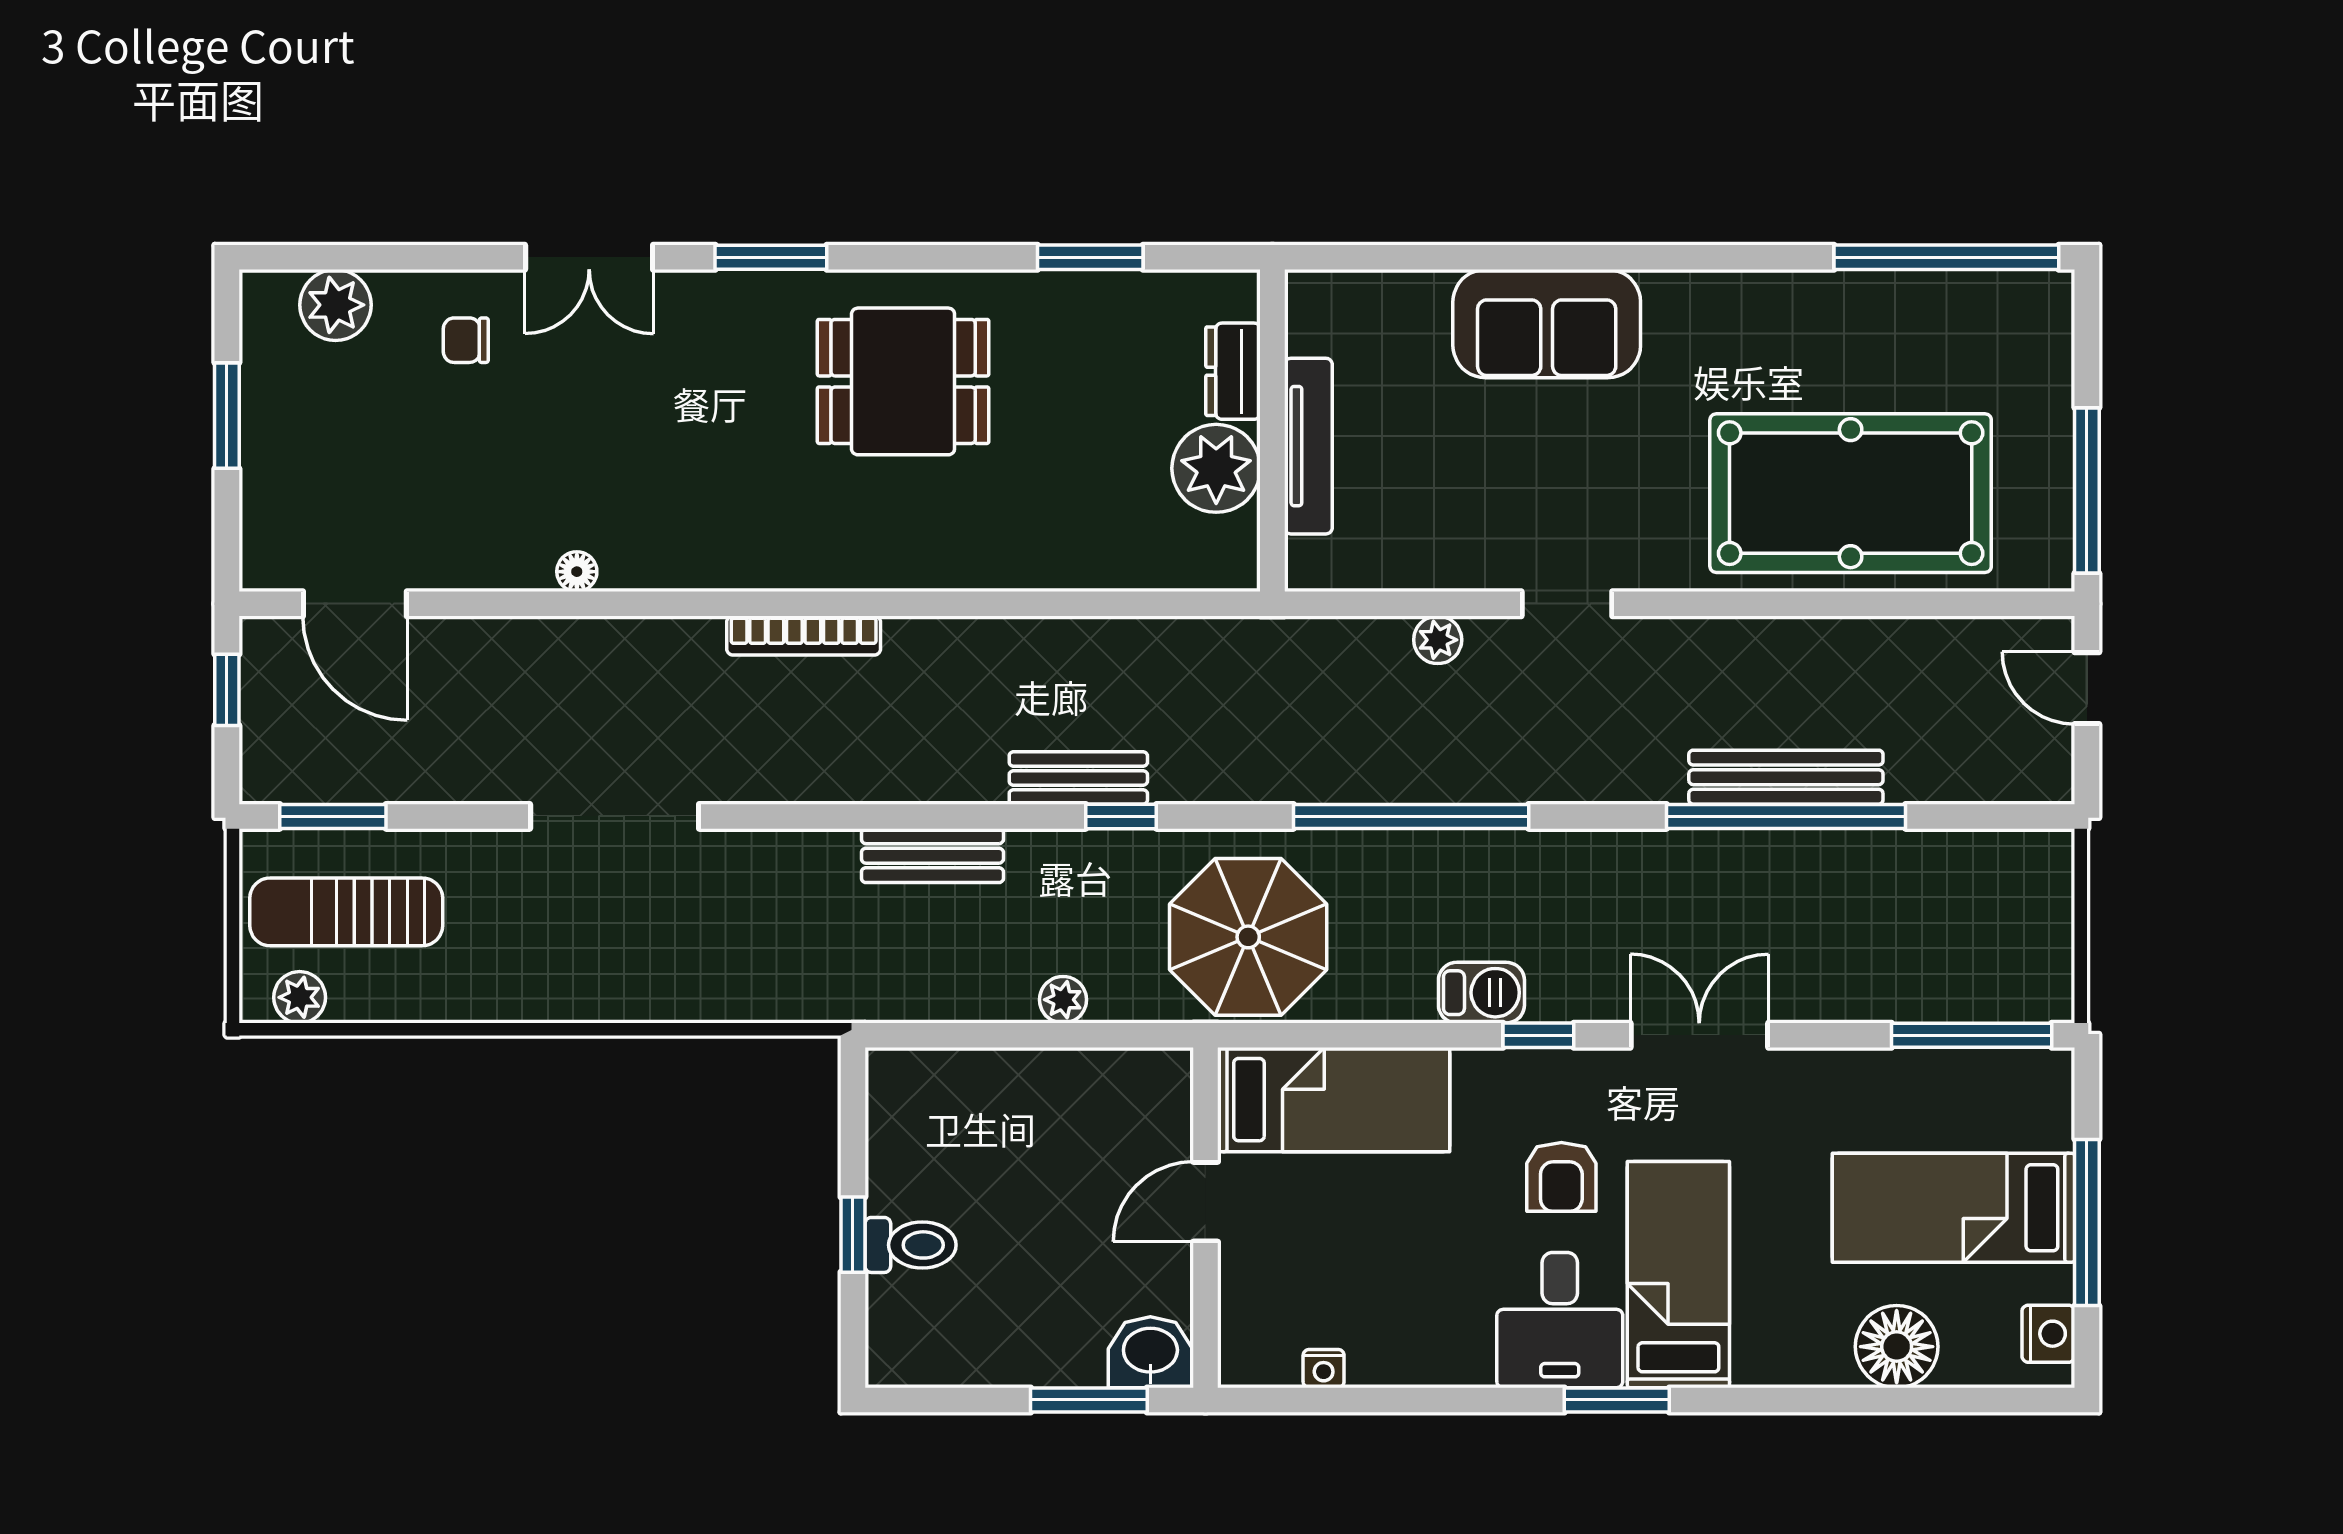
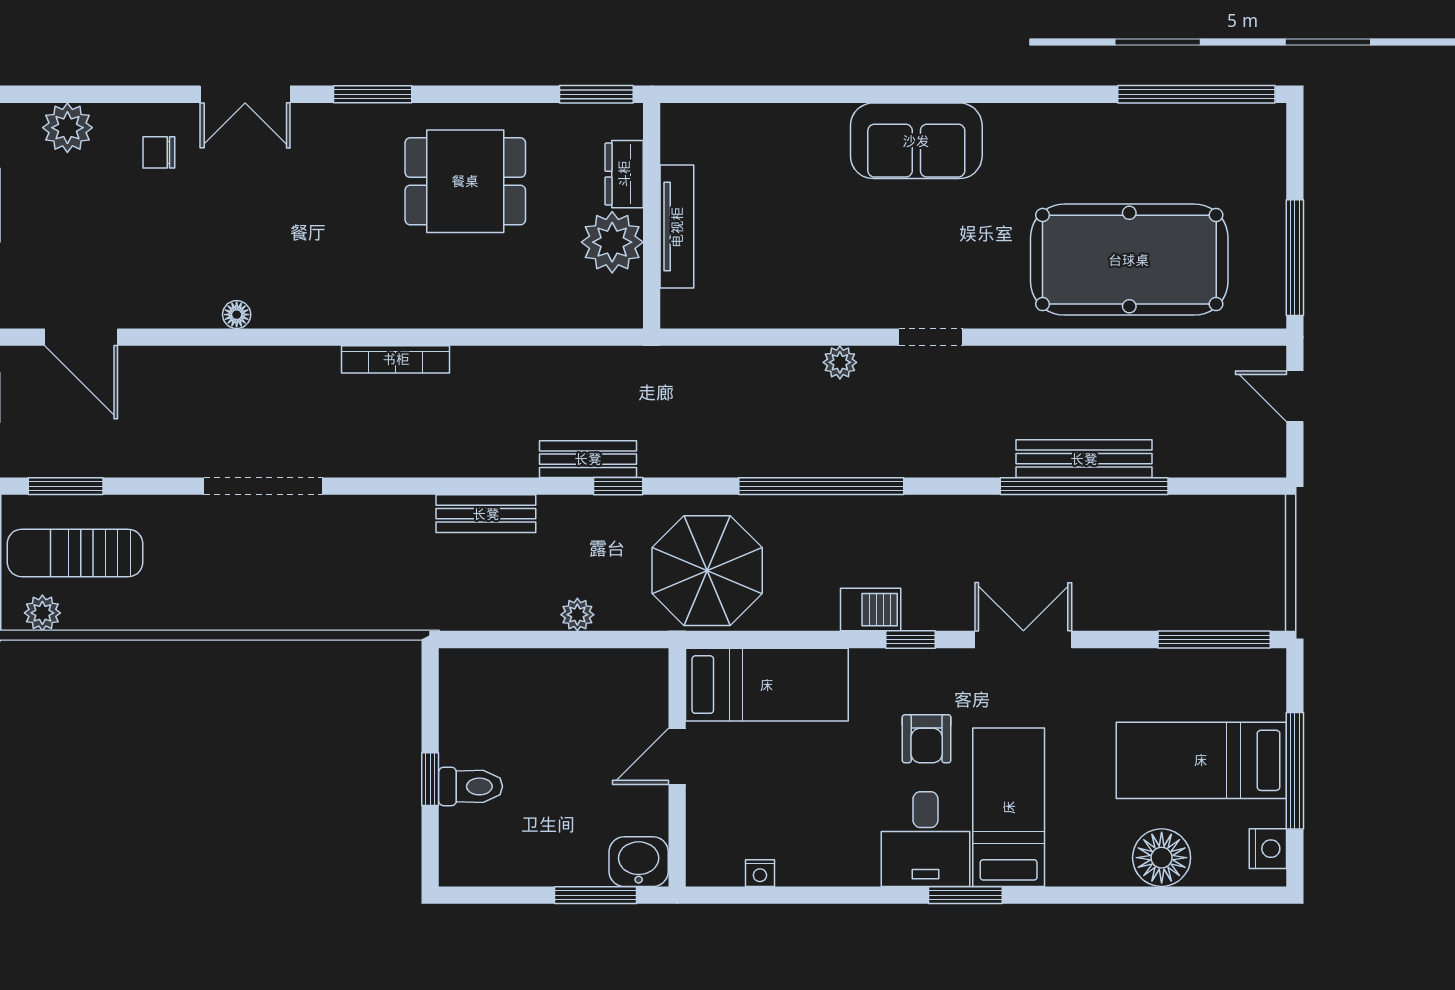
dresser: (1233, 371) -> (624, 174), moved
wall: (1272, 430) -> (652, 216), moved
tv unit: (1308, 446) -> (677, 227), moved
plant: (1216, 468) -> (612, 242), moved

